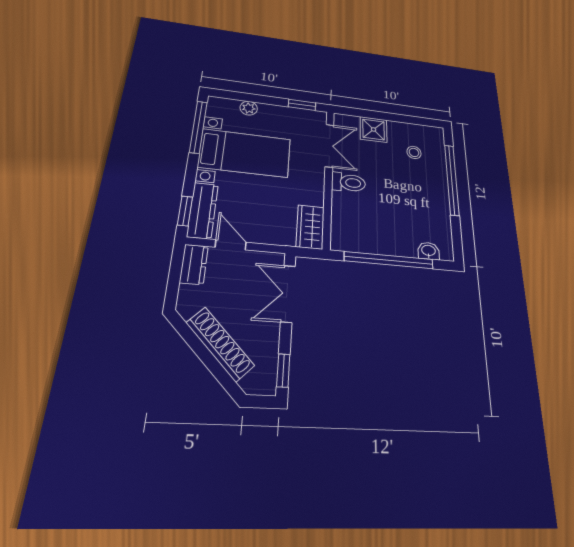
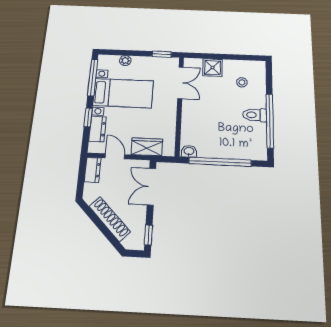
window: (452, 180) -> (270, 121), moved
toilet: (348, 182) -> (255, 115), moved, turned 180
dresser: (203, 210) -> (97, 129), width x0.70
window: (185, 211) -> (88, 117), moved
wardrobe: (310, 227) -> (147, 147), moved, turned 90
washbasin: (429, 251) -> (189, 151), moved

